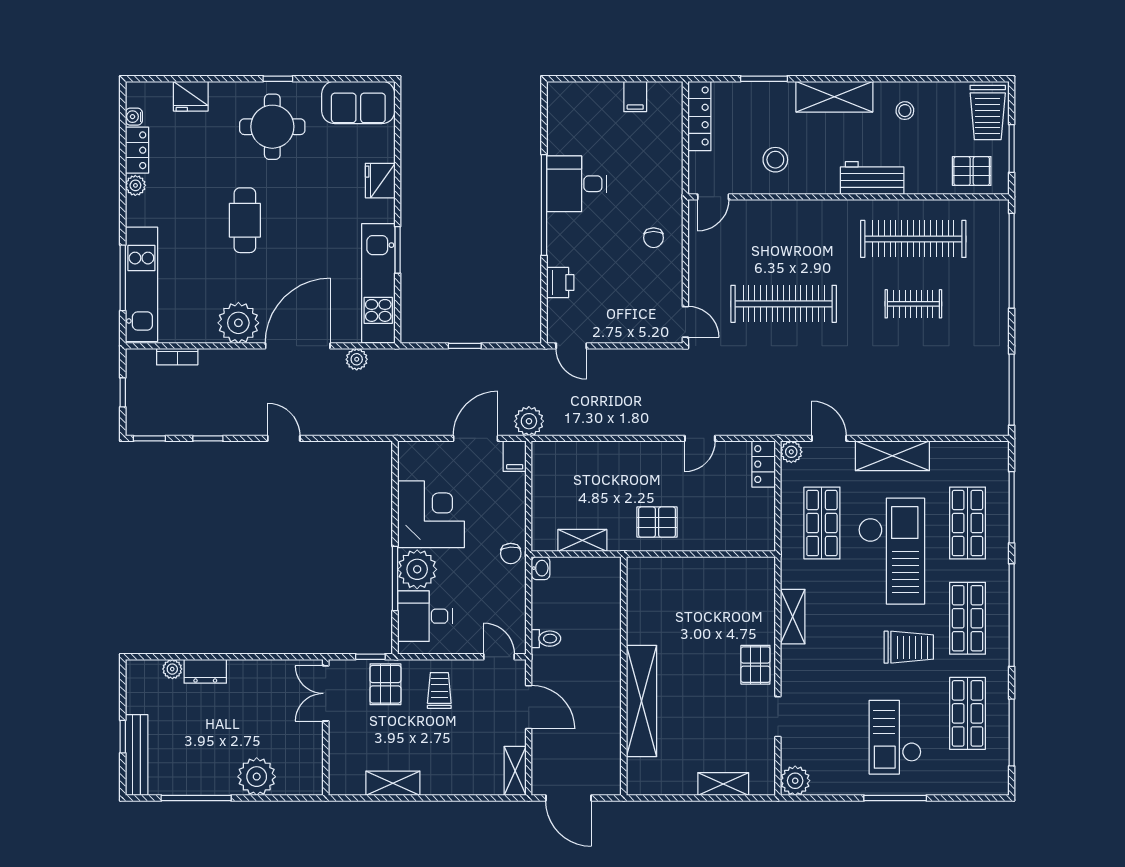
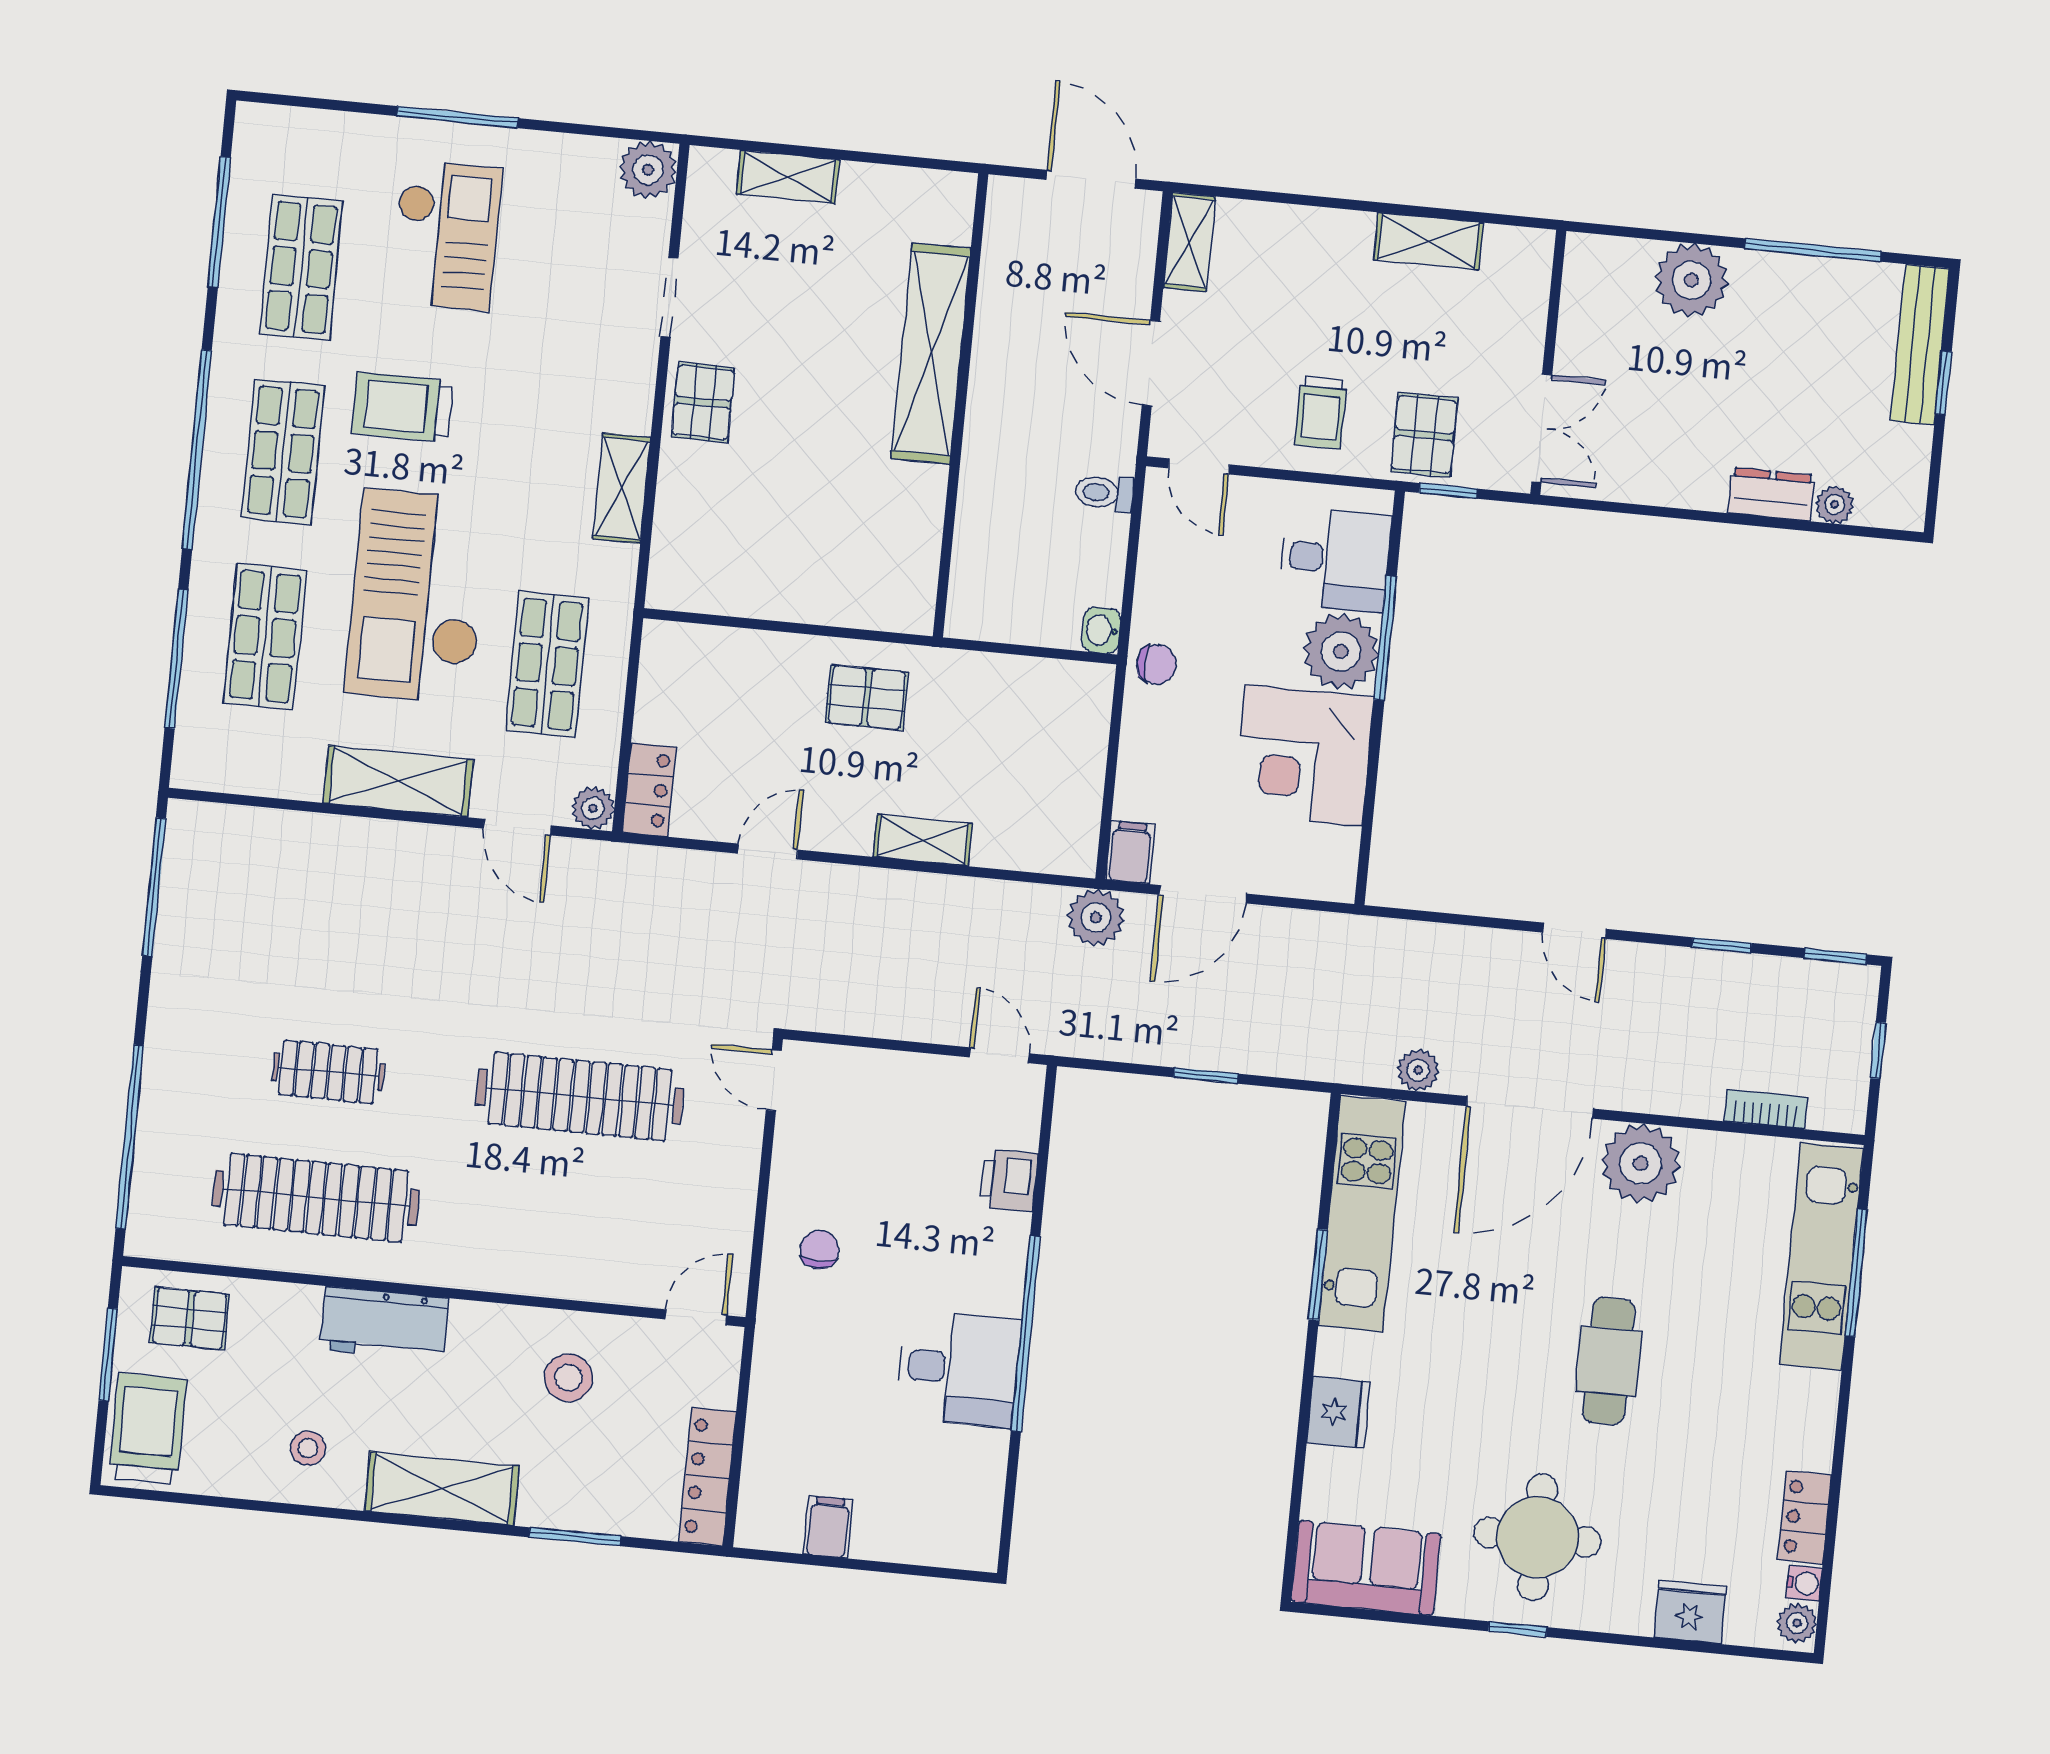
plant: (135, 185) -> (1797, 1623), moved
shelving: (582, 540) -> (923, 840), moved
chair: (511, 553) -> (1156, 664), turned 94

